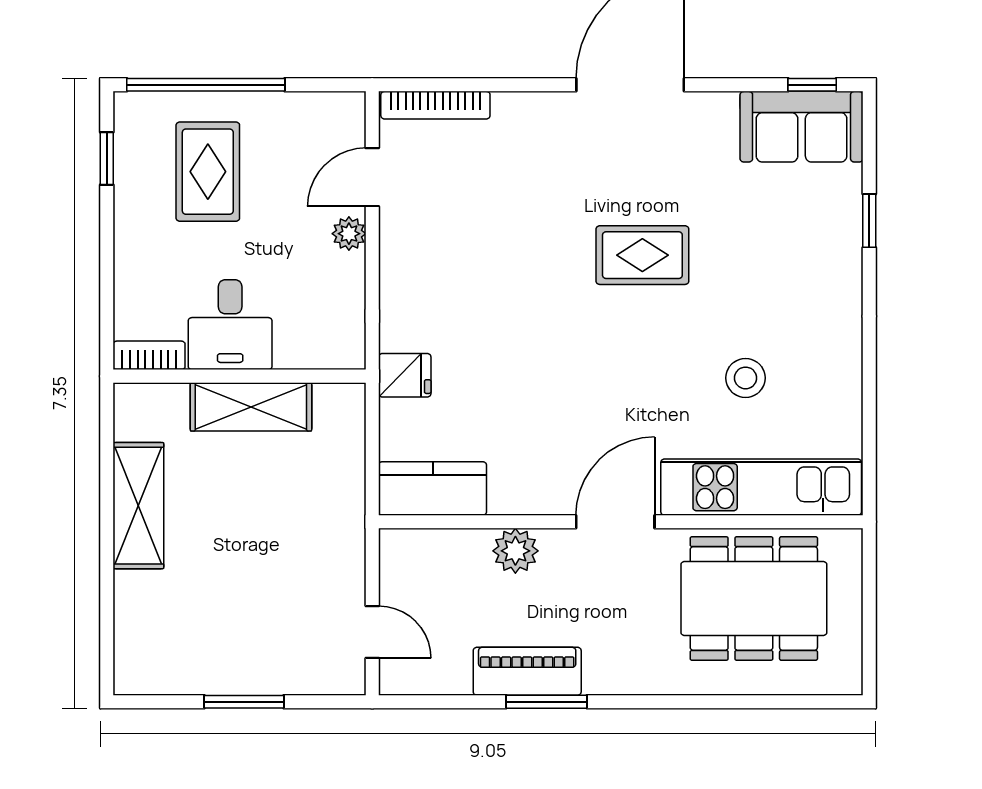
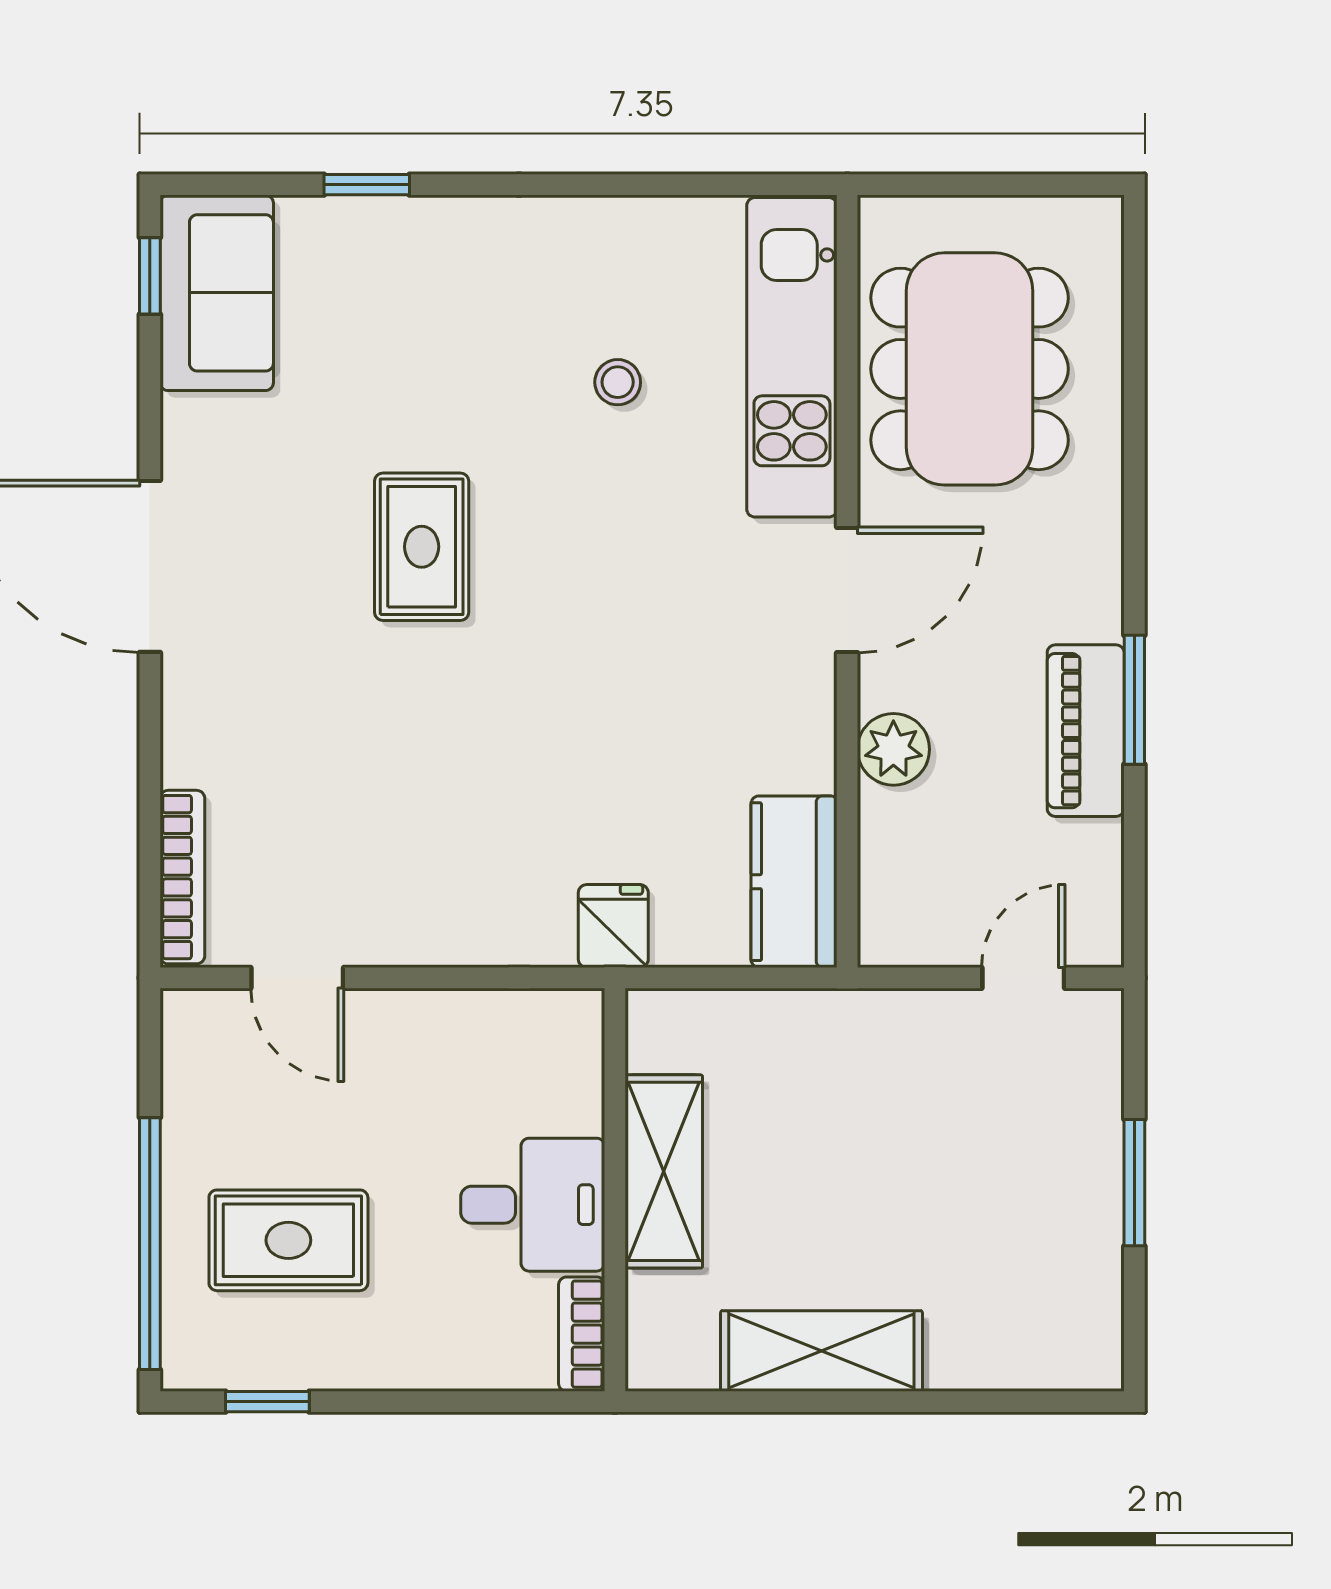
plant: (349, 234) -> (387, 1015), removed
stool: (746, 378) -> (618, 382), width x0.73, depth x0.73
door: (615, 522) -> (847, 590), swing flipped

